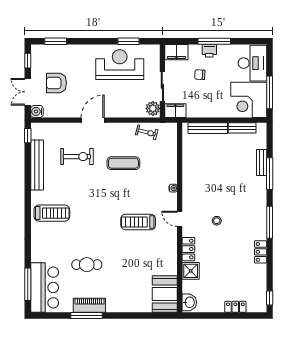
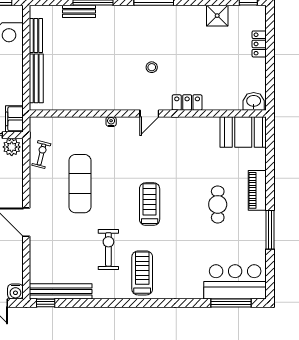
exercise bike: (77, 157) -> (108, 249), moved
exercise mat: (123, 163) -> (80, 184), width x1.36, depth x1.45
bench: (37, 165) -> (61, 291), moved
treadmill: (138, 222) -> (150, 204), moved, turned 180
locker: (261, 252) -> (191, 13), removed
cafe table: (87, 265) -> (218, 204), moved
shower: (191, 271) -> (217, 16), moved
piano: (89, 305) -> (257, 190), moved

